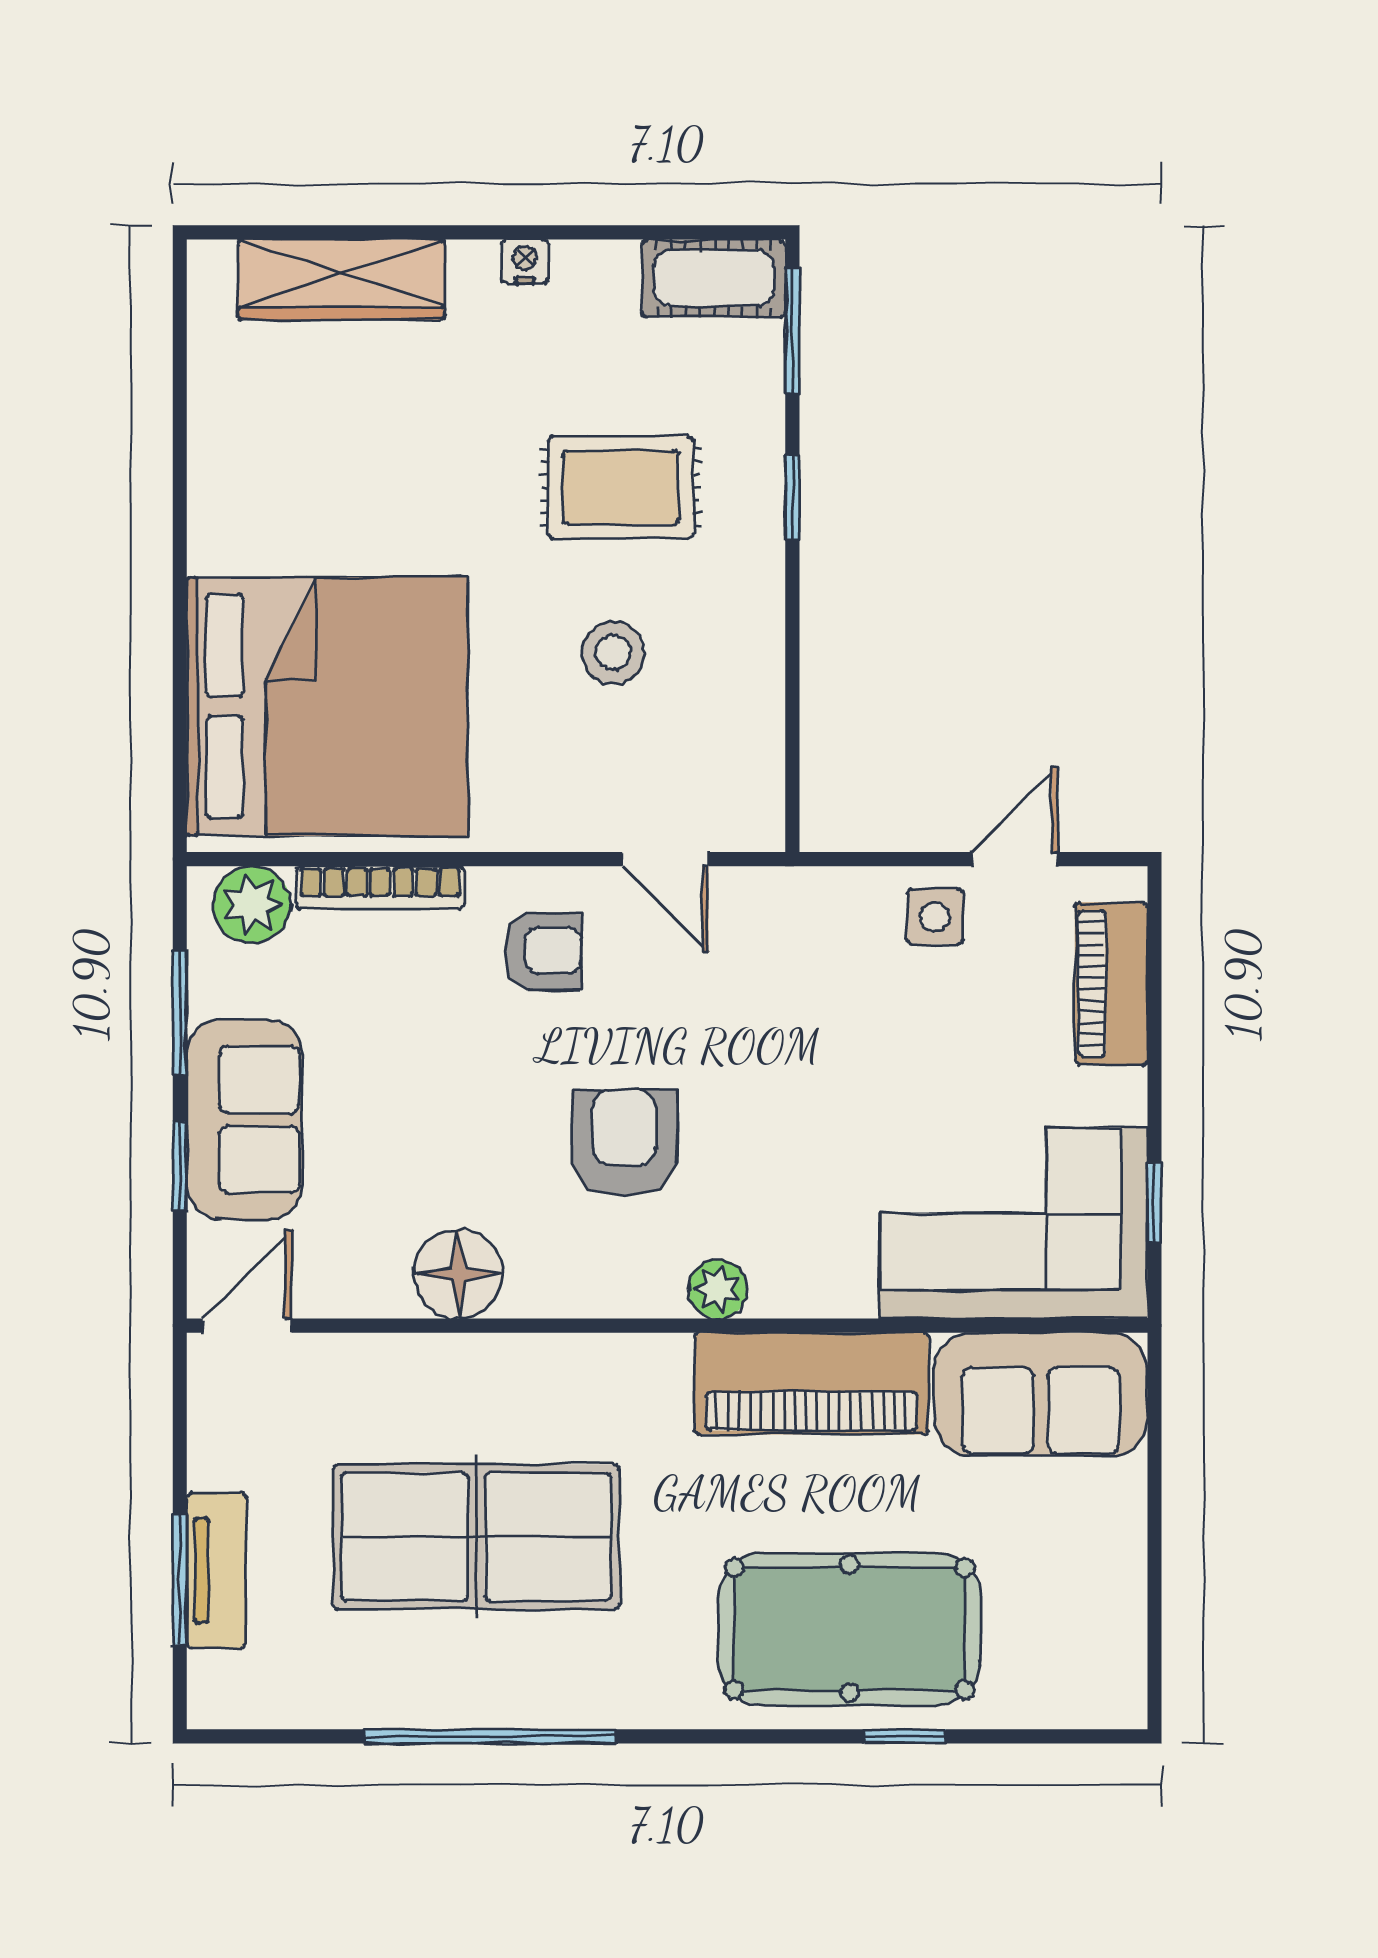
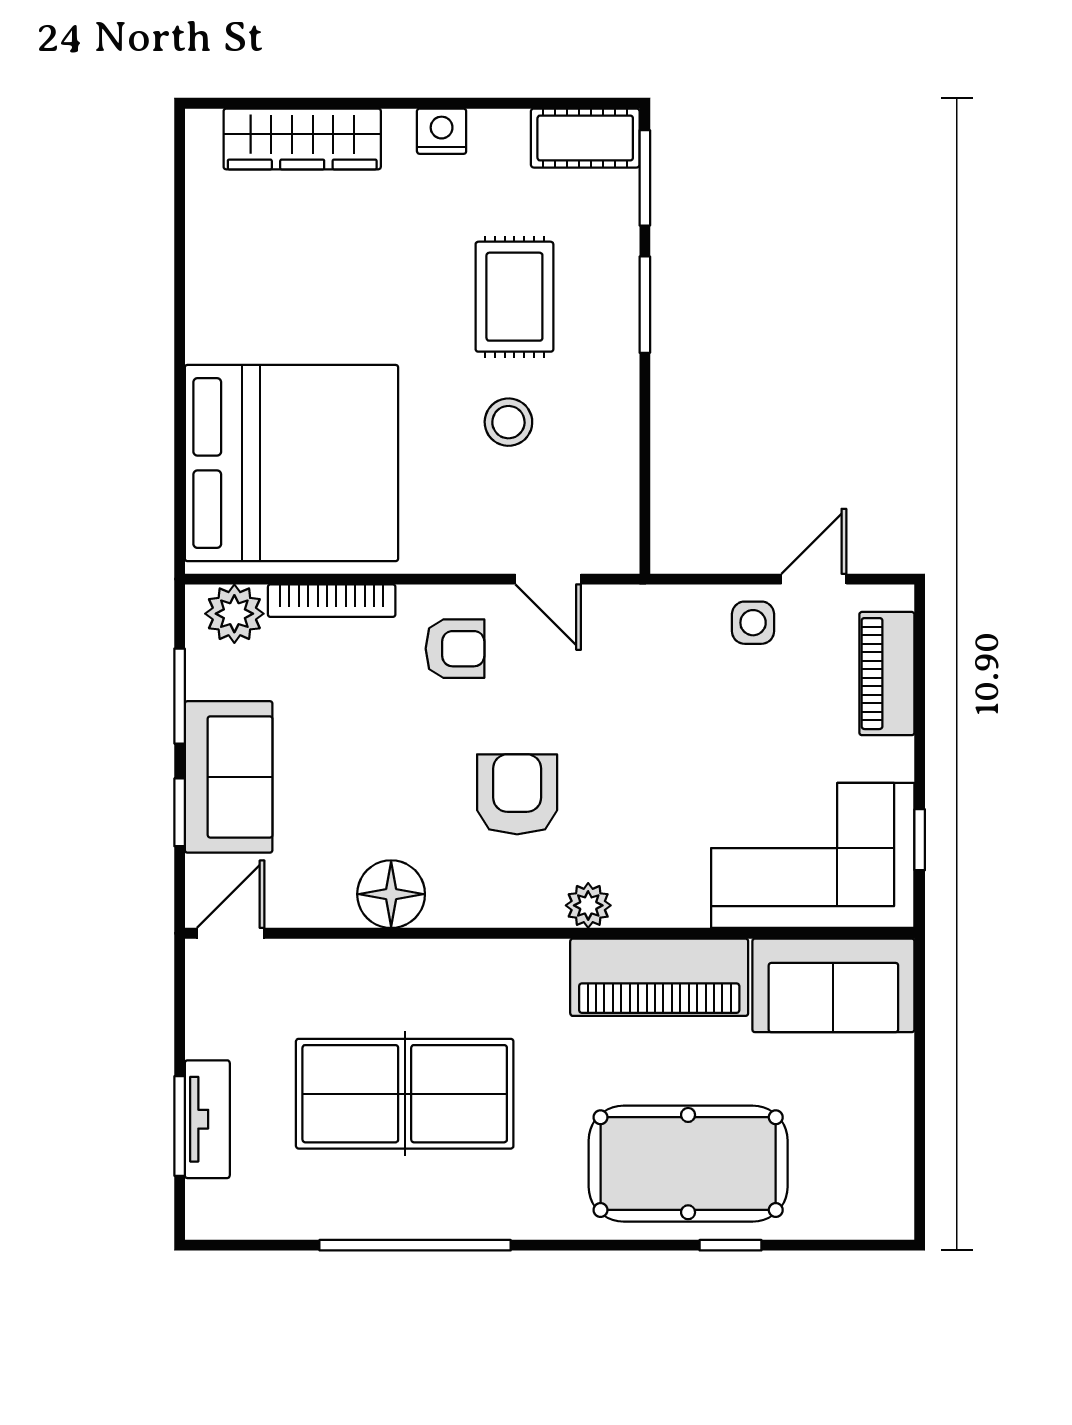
nightstand: (525, 261) -> (442, 131), width x1.39, depth x1.35
rug: (621, 487) -> (514, 297), turned 90
window: (792, 498) -> (645, 305), width x1.50

